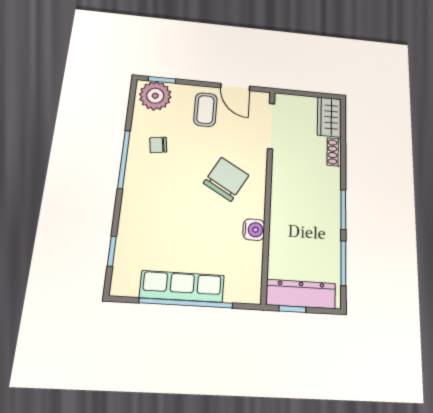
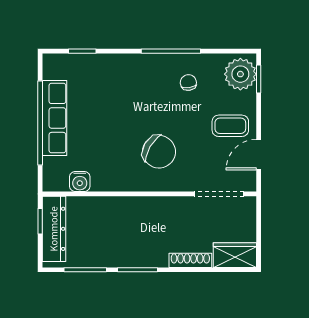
shoe rack: (334, 152) -> (190, 260), width x1.43
water cooler: (254, 230) -> (80, 181), moved

